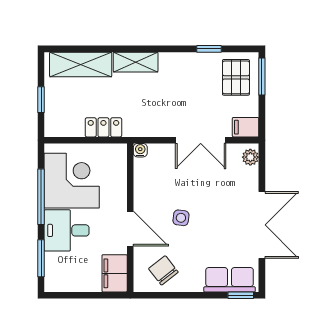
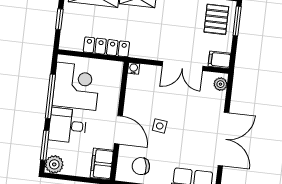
locker: (103, 127) -> (106, 47), width x1.53
chair: (163, 270) -> (141, 166), turned -61
plant: (56, 281) -> (54, 164), added

